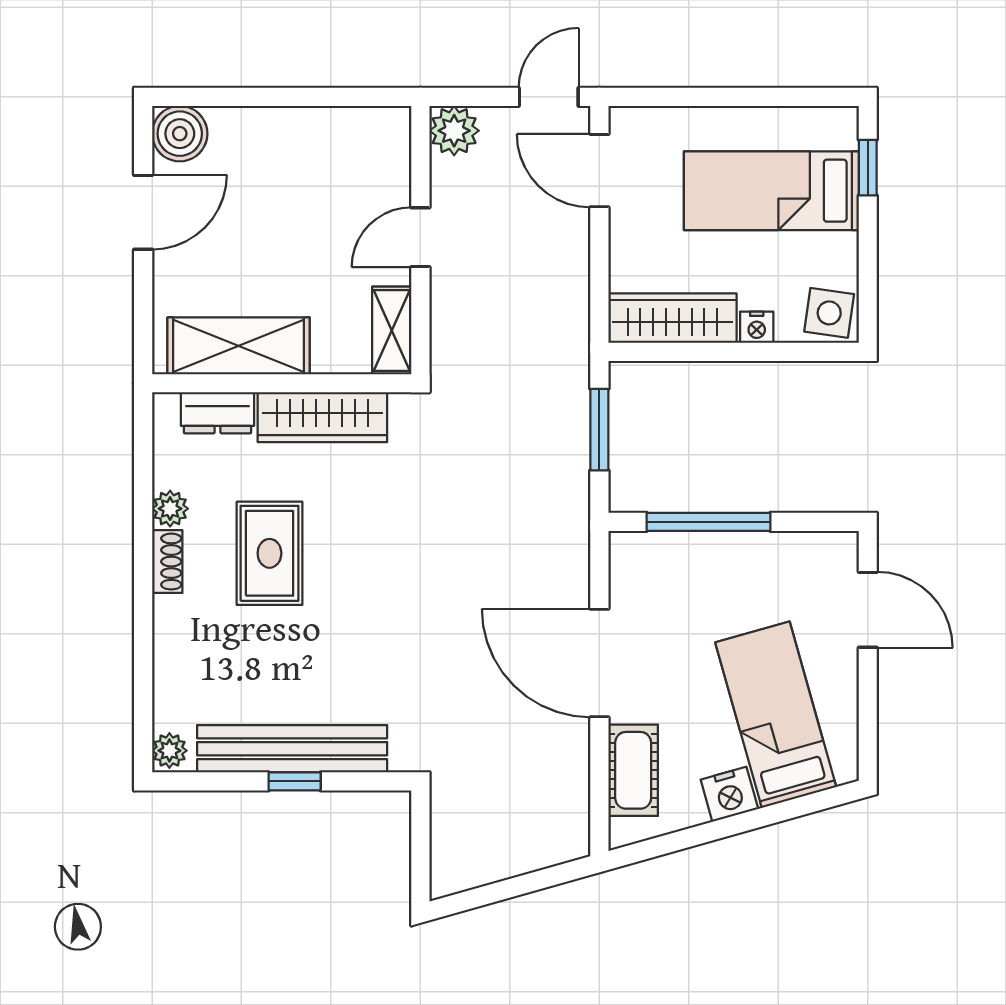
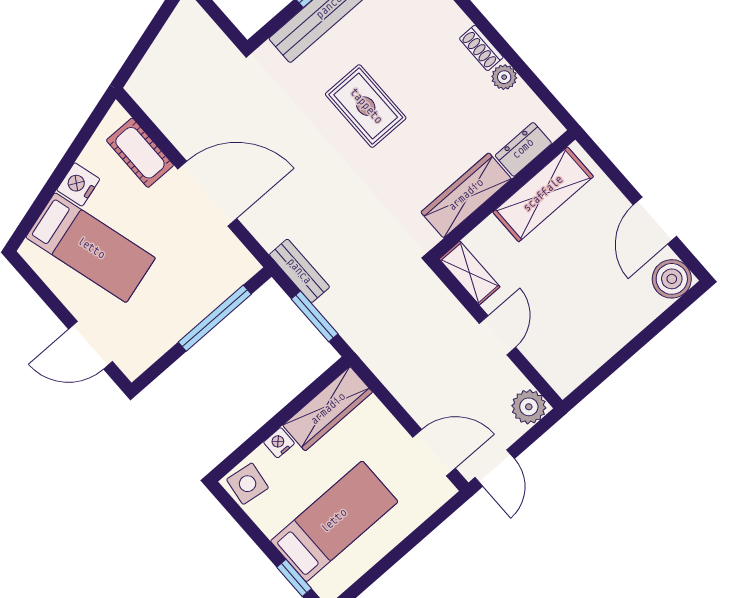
bench: (573, 493) -> (299, 271), added
rug: (269, 553) -> (366, 106), moved

